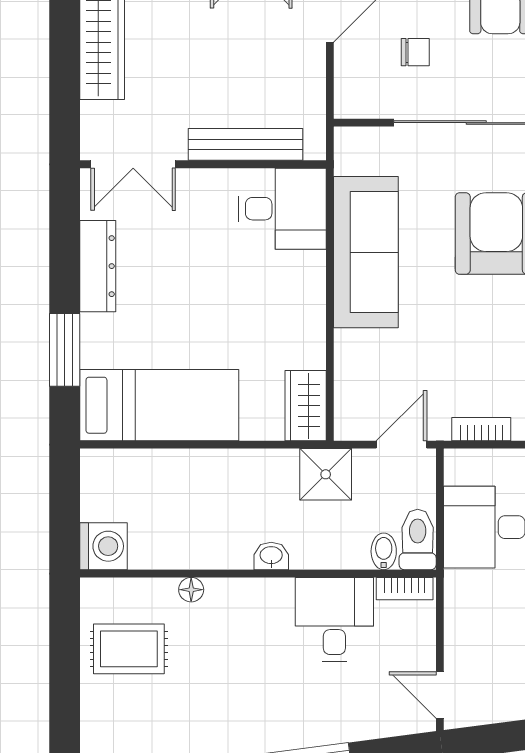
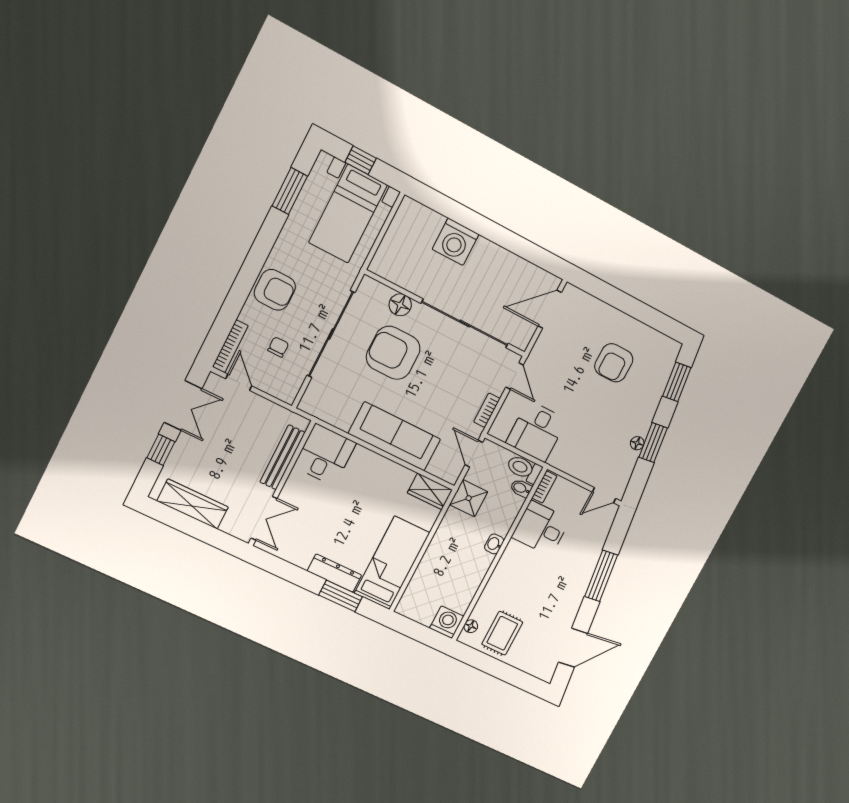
sofa: (366, 252) -> (394, 436), moved
dresser: (98, 266) -> (334, 573), moved
floor lamp: (191, 590) -> (471, 626), moved

